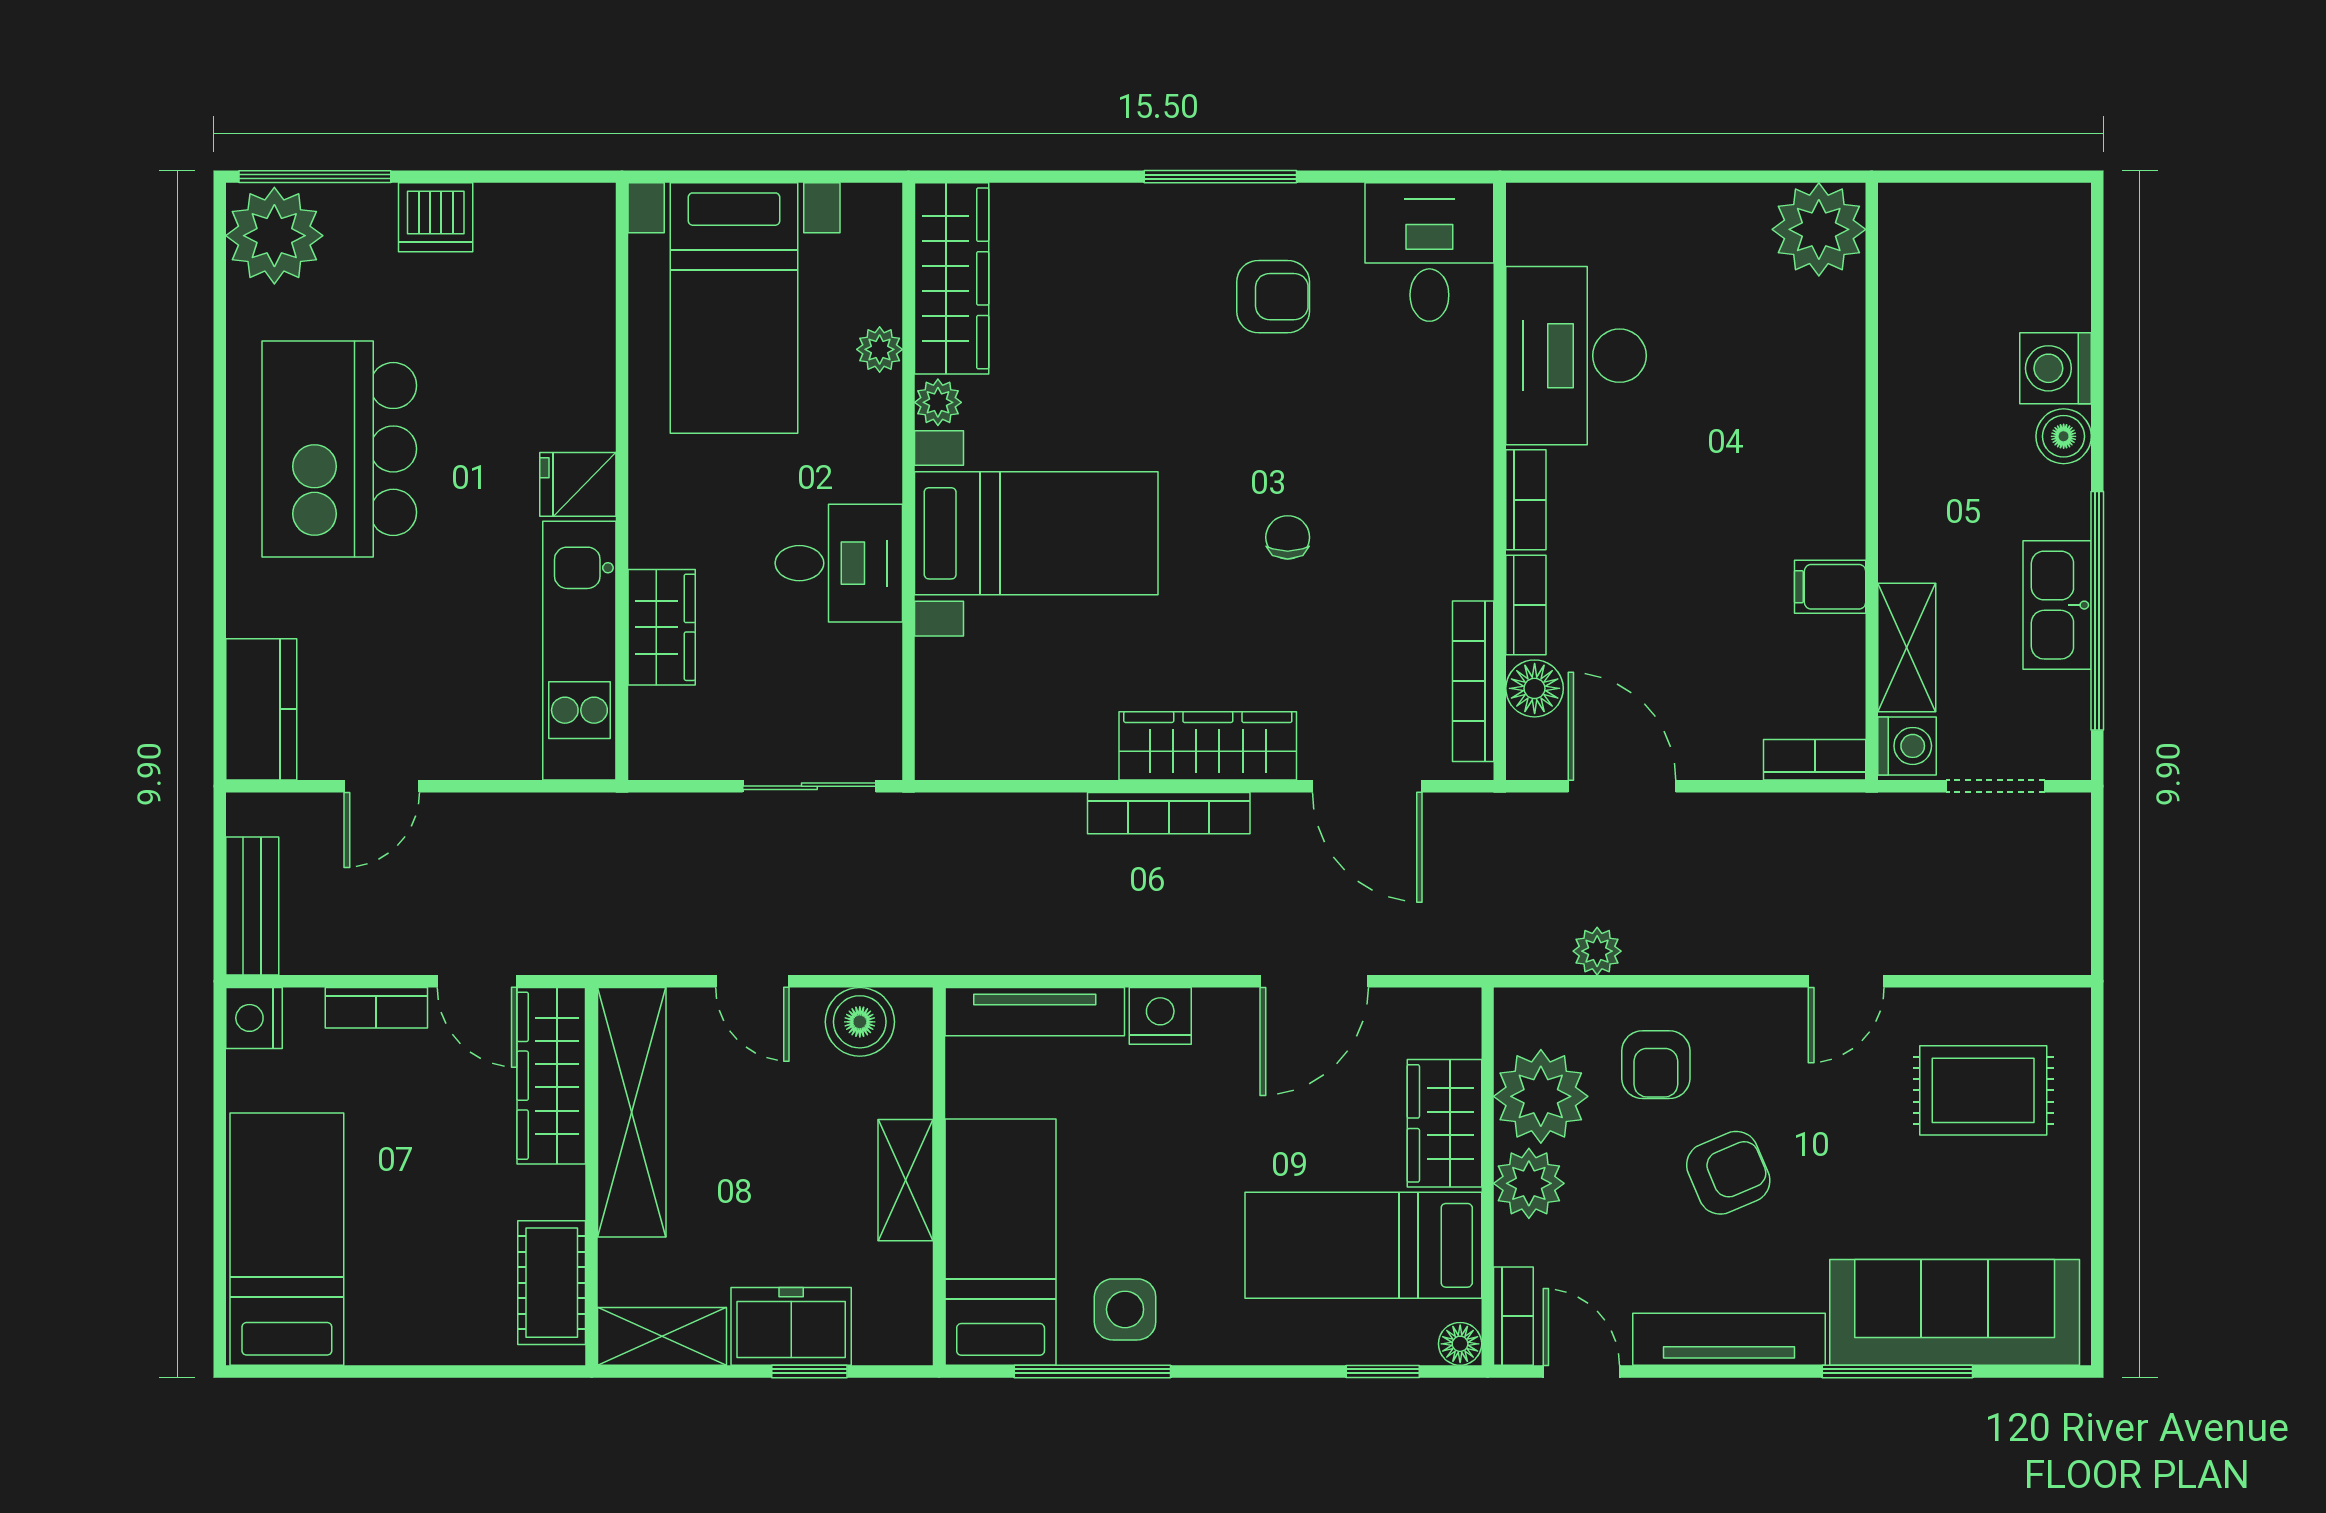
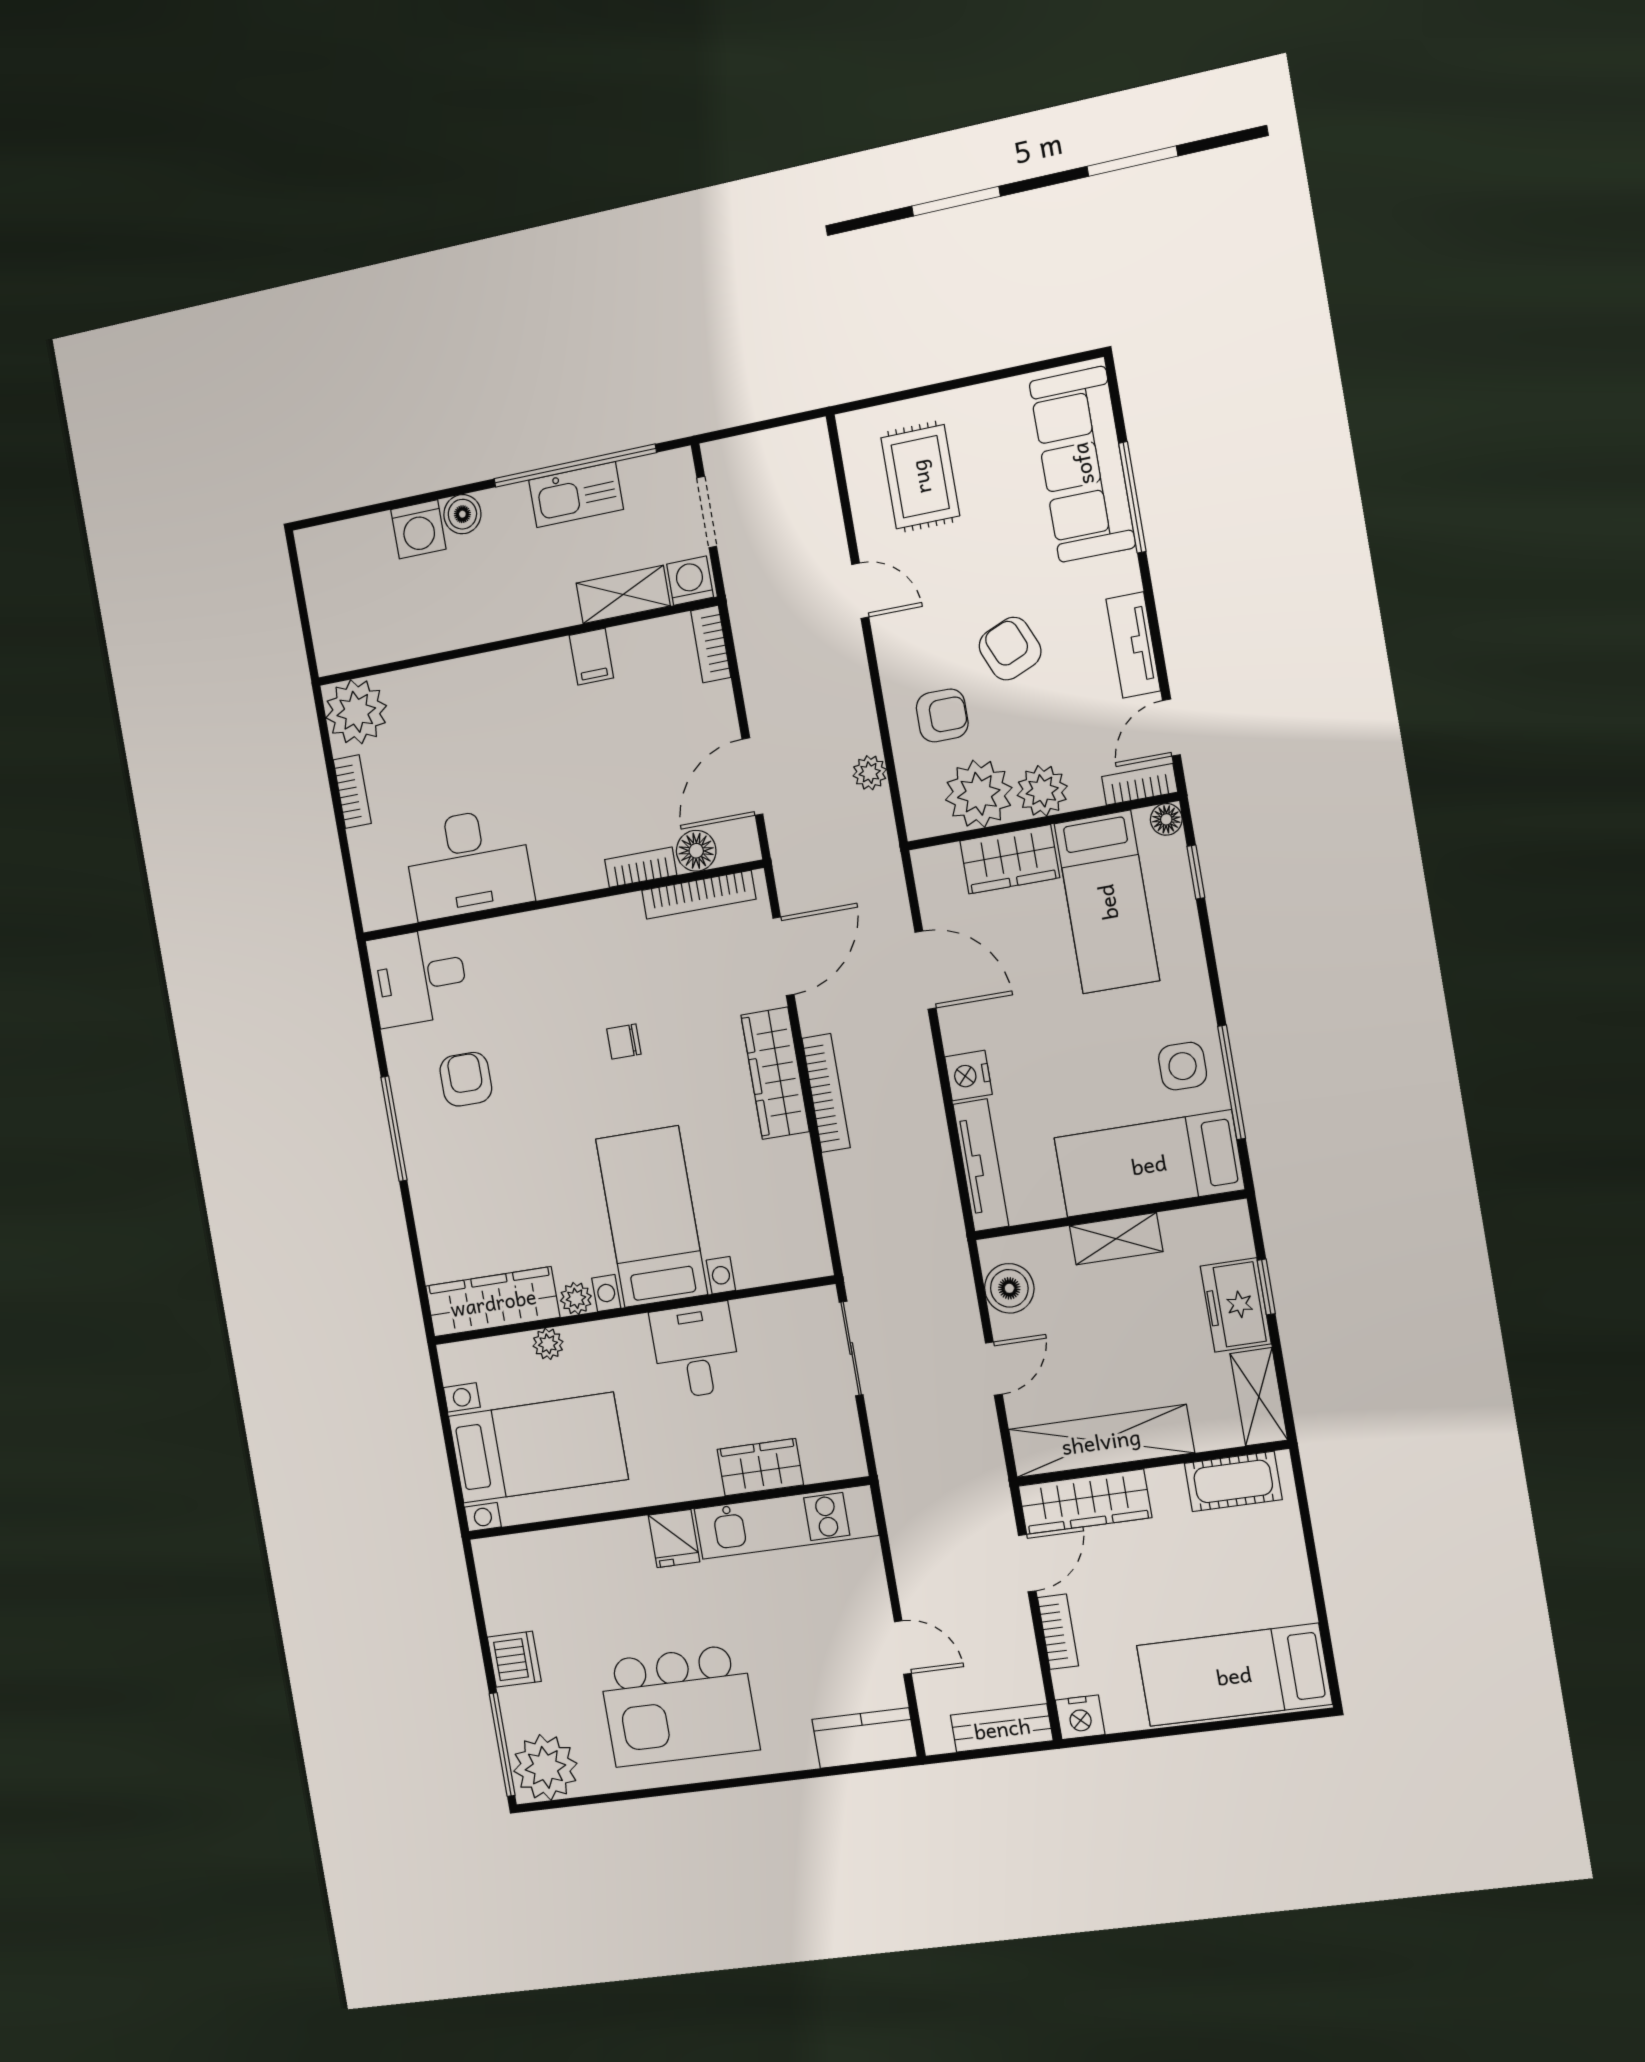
bookcase: (1526, 500) -> (352, 792), moved, turned 90
tv unit: (1729, 1339) -> (1133, 645), width x0.71

